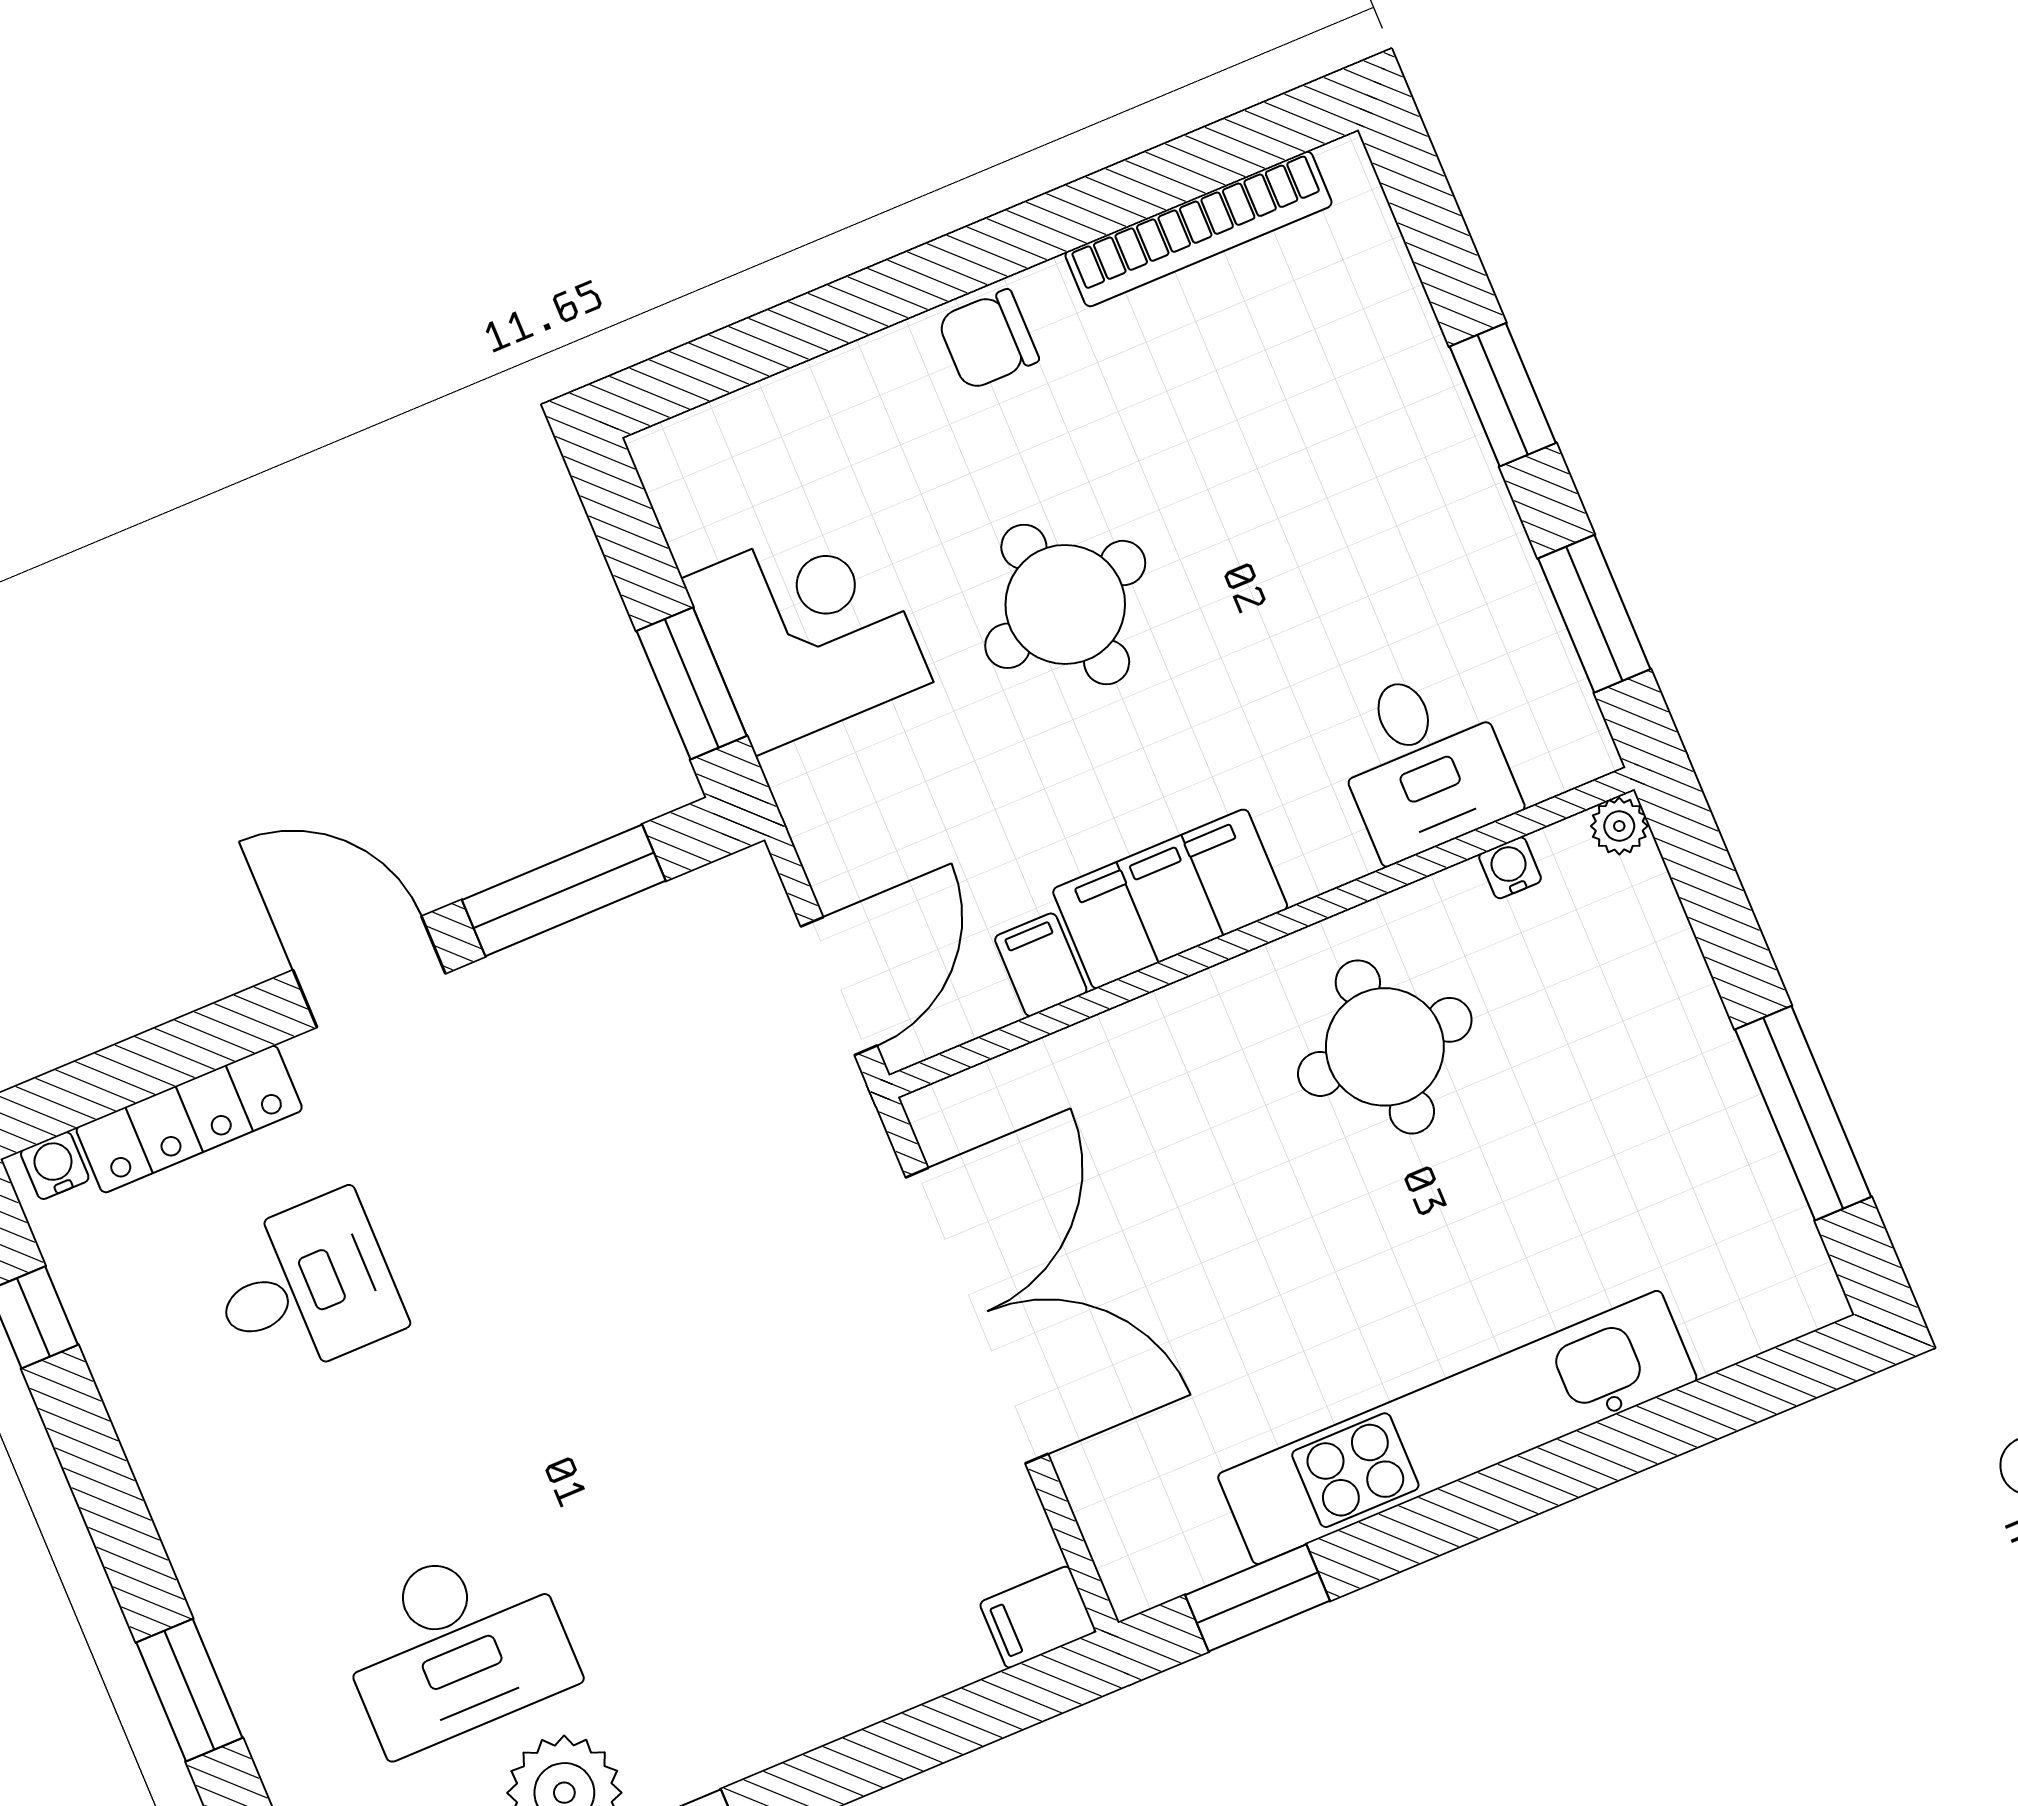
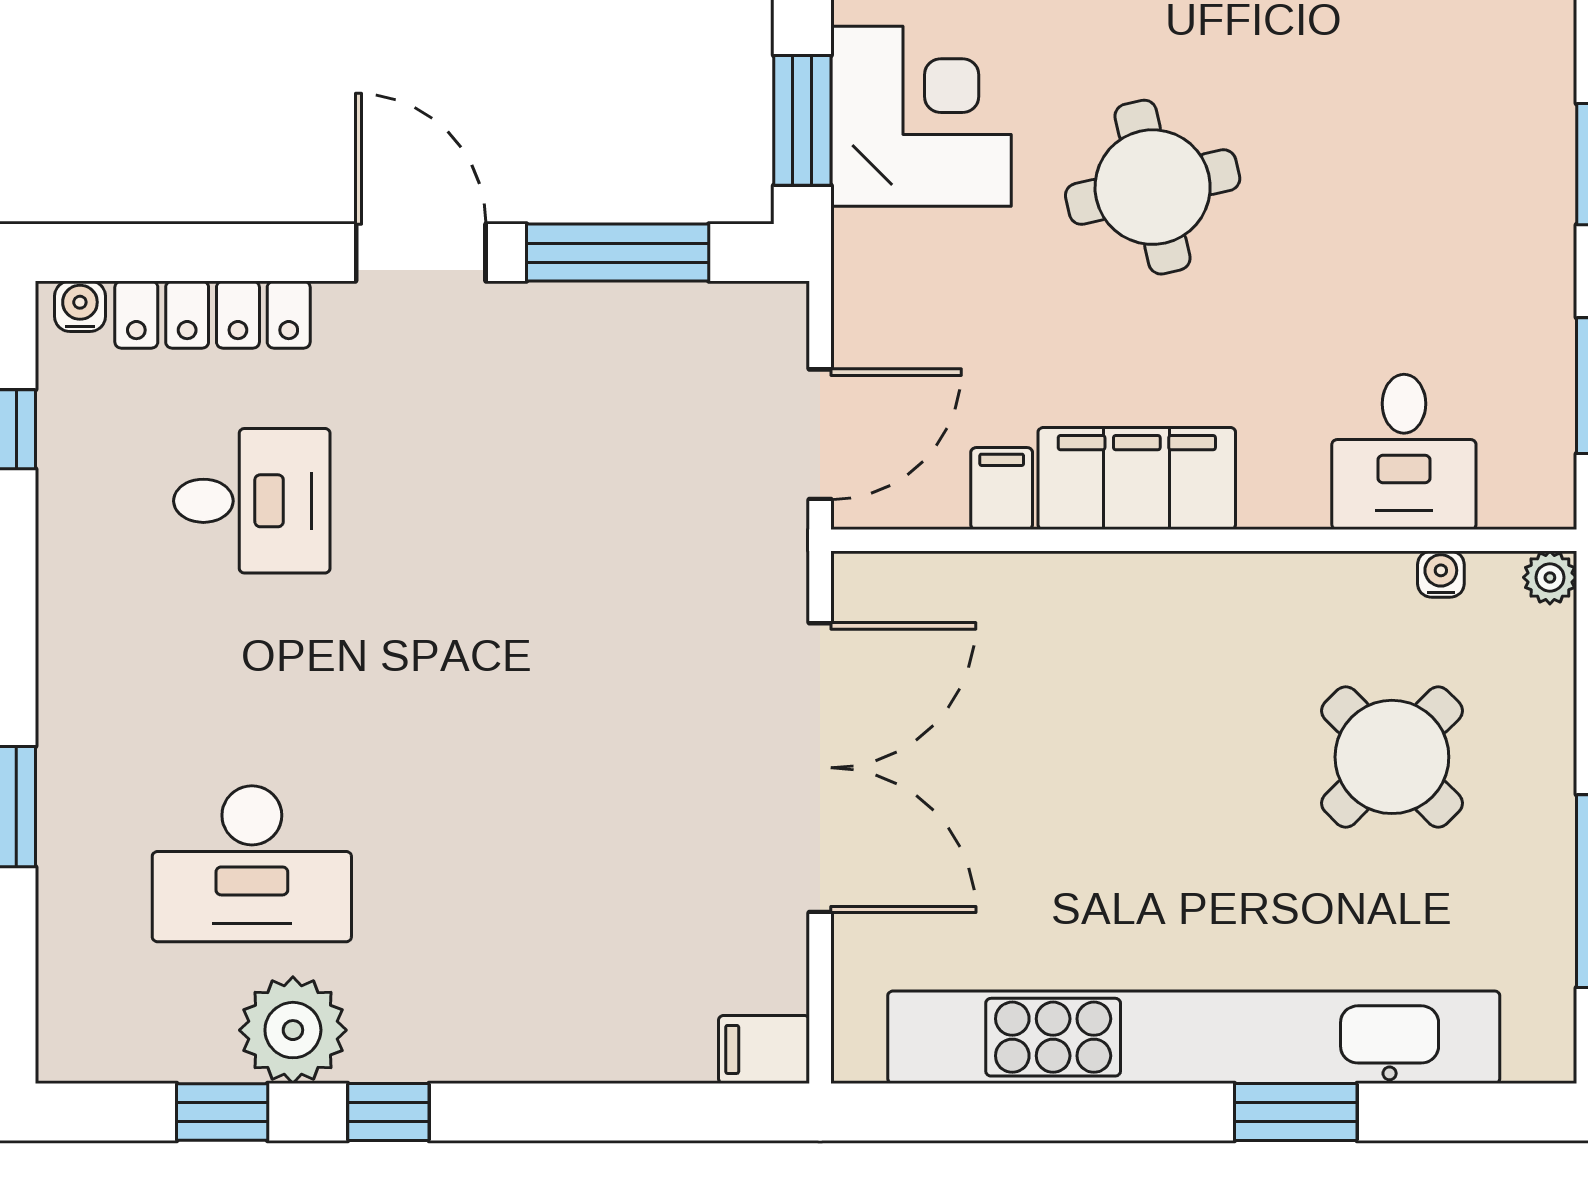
round table: (1385, 1047) -> (1392, 757), moved, turned 45
kitchen unit: (1457, 1427) -> (1194, 1037), width x1.36
window: (1258, 1598) -> (1296, 1112), moved

